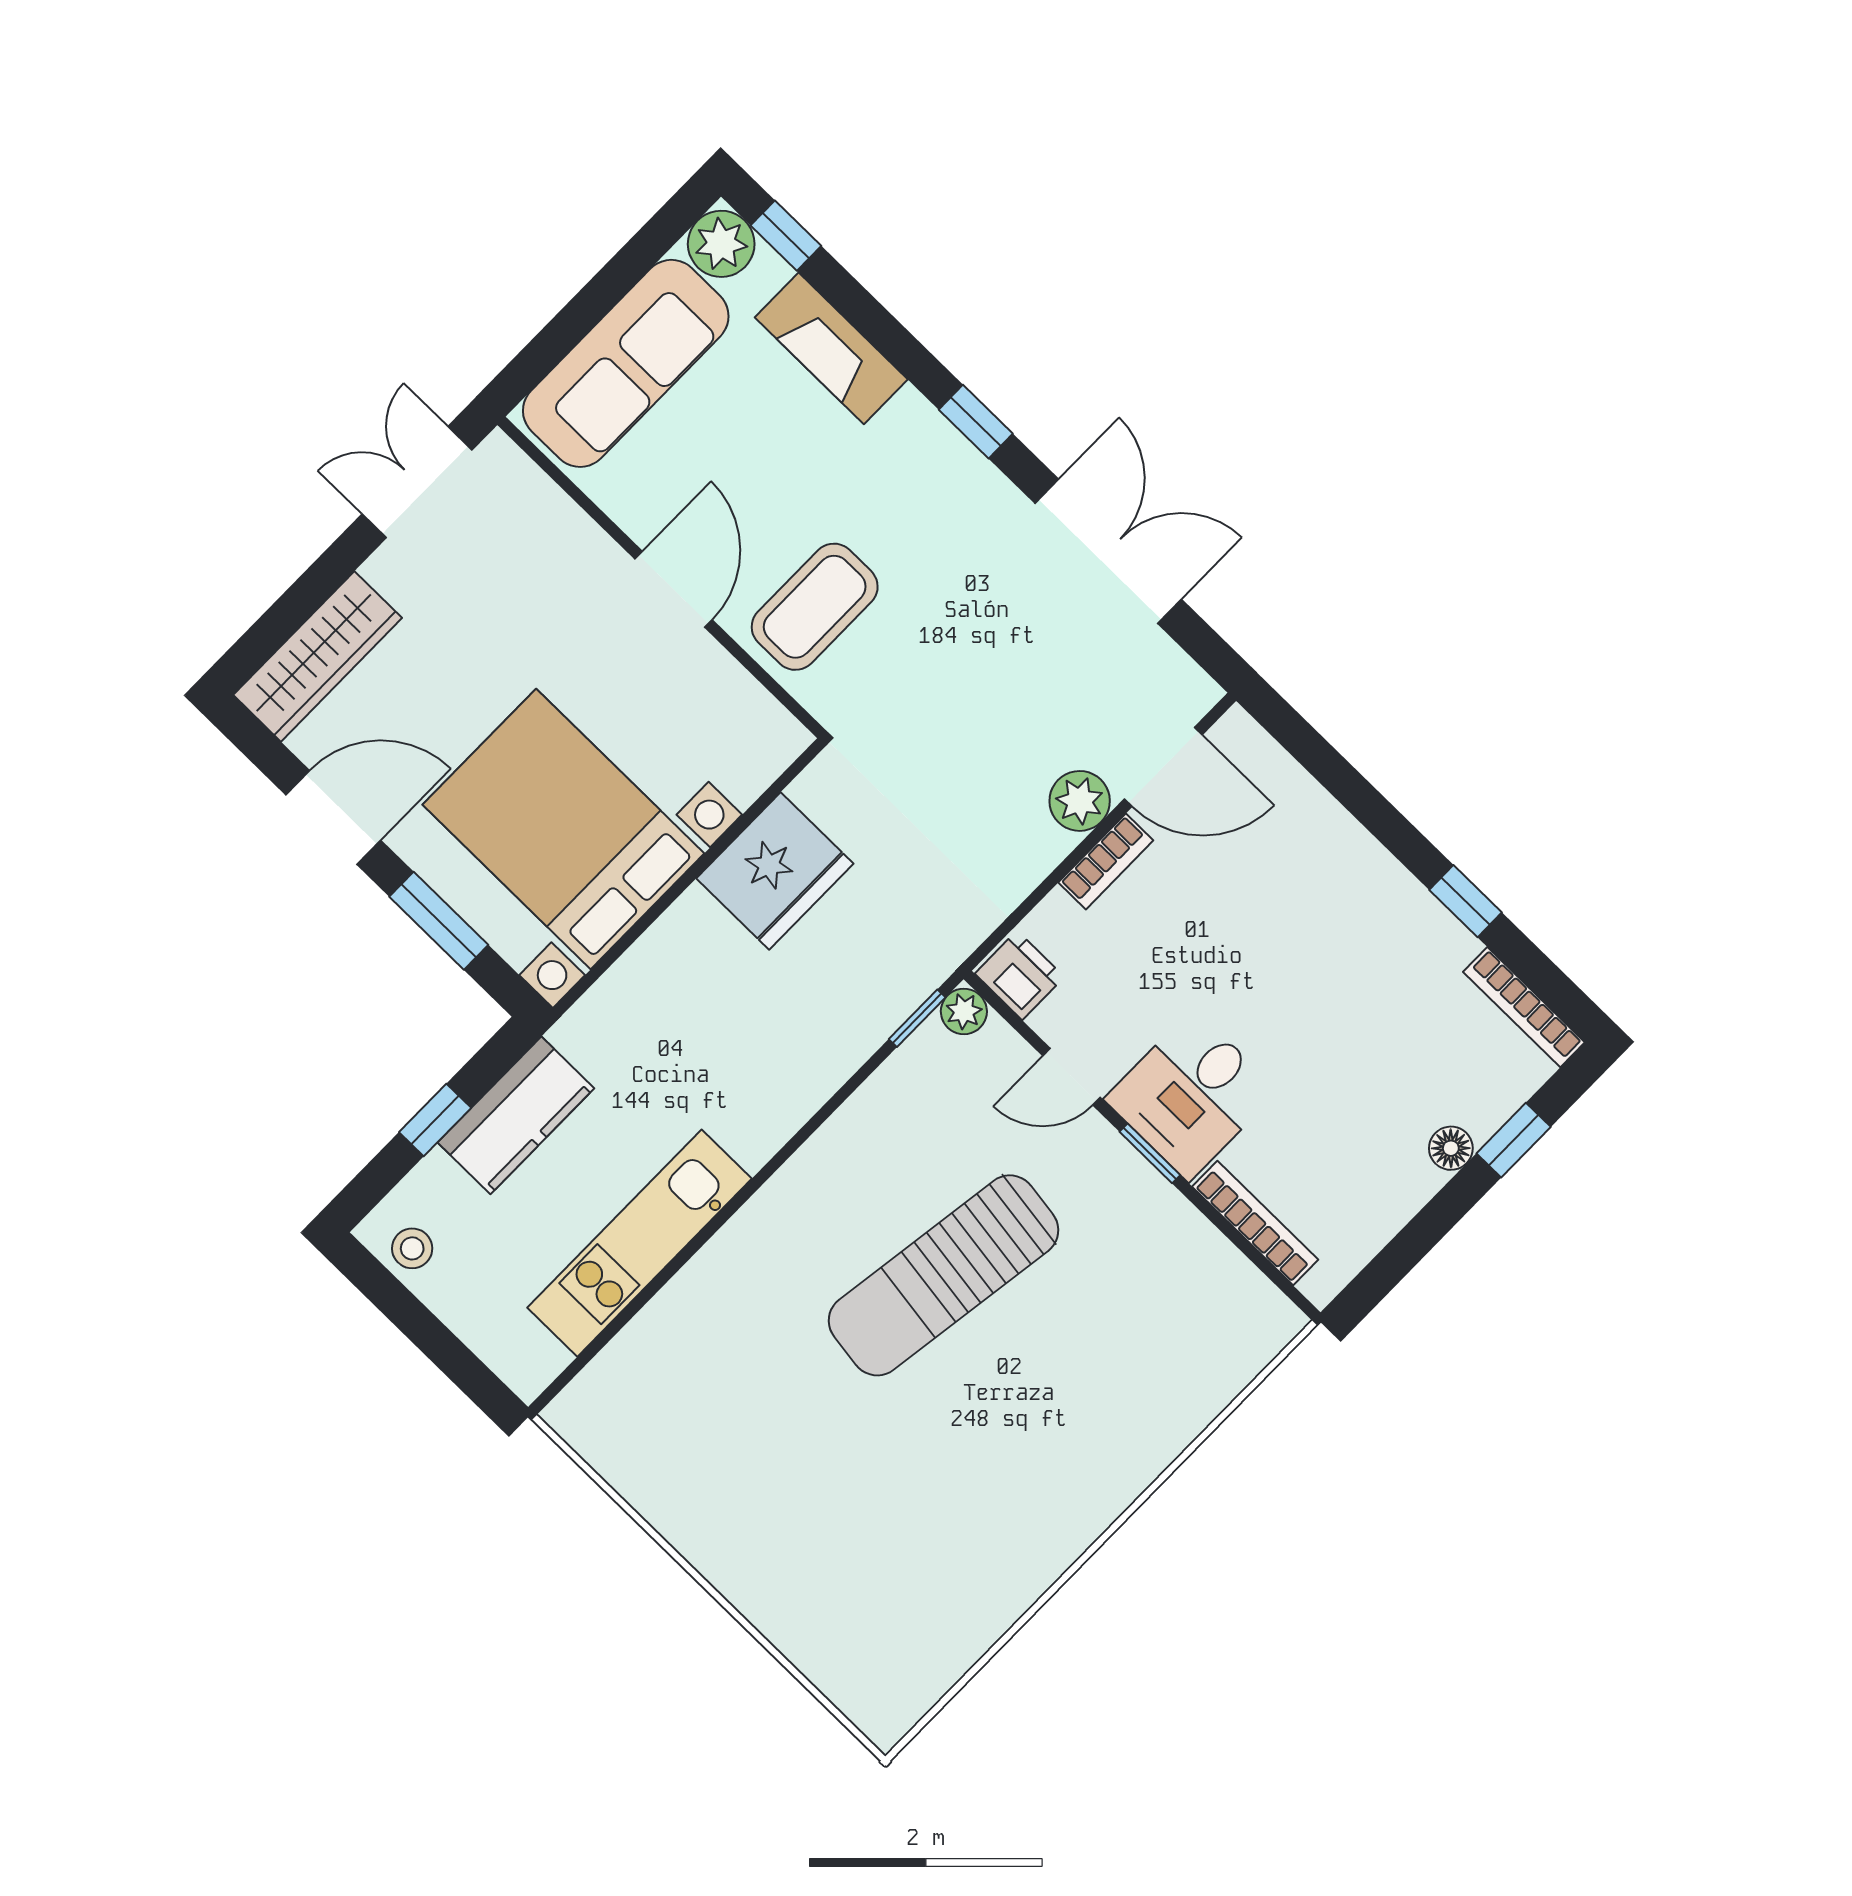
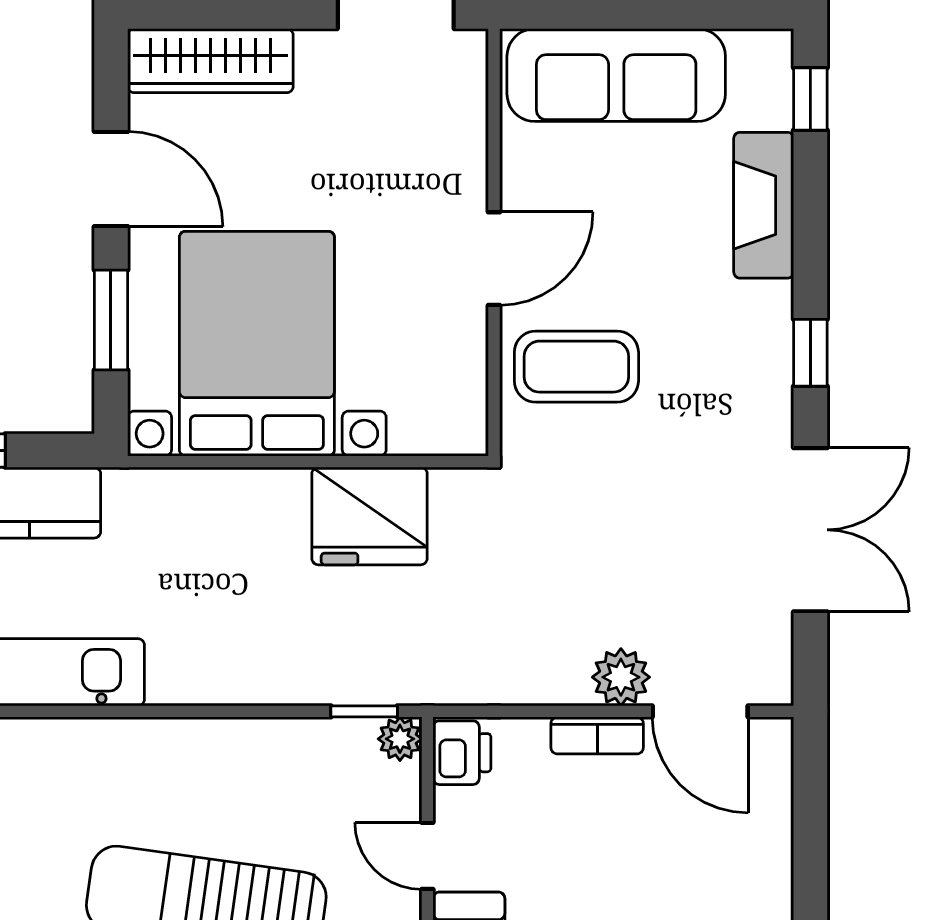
plant: (721, 244) -> (762, 60), removed

